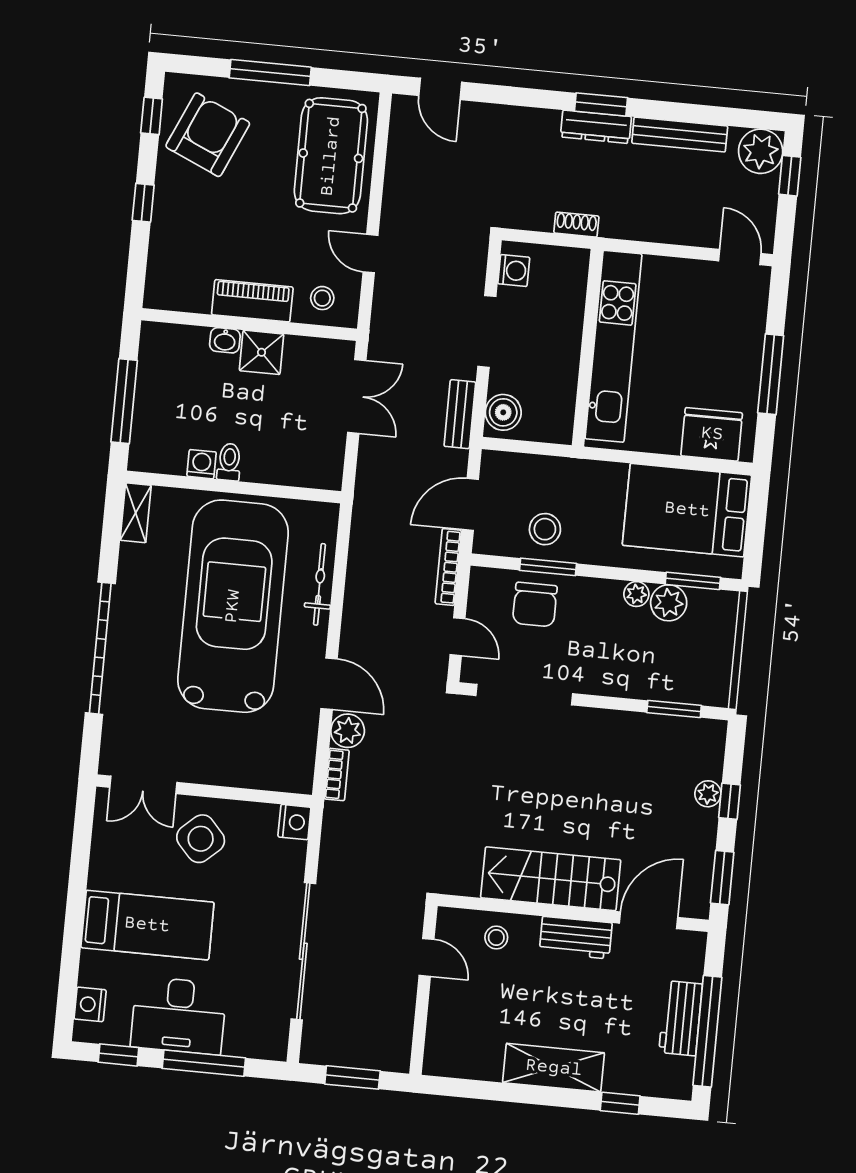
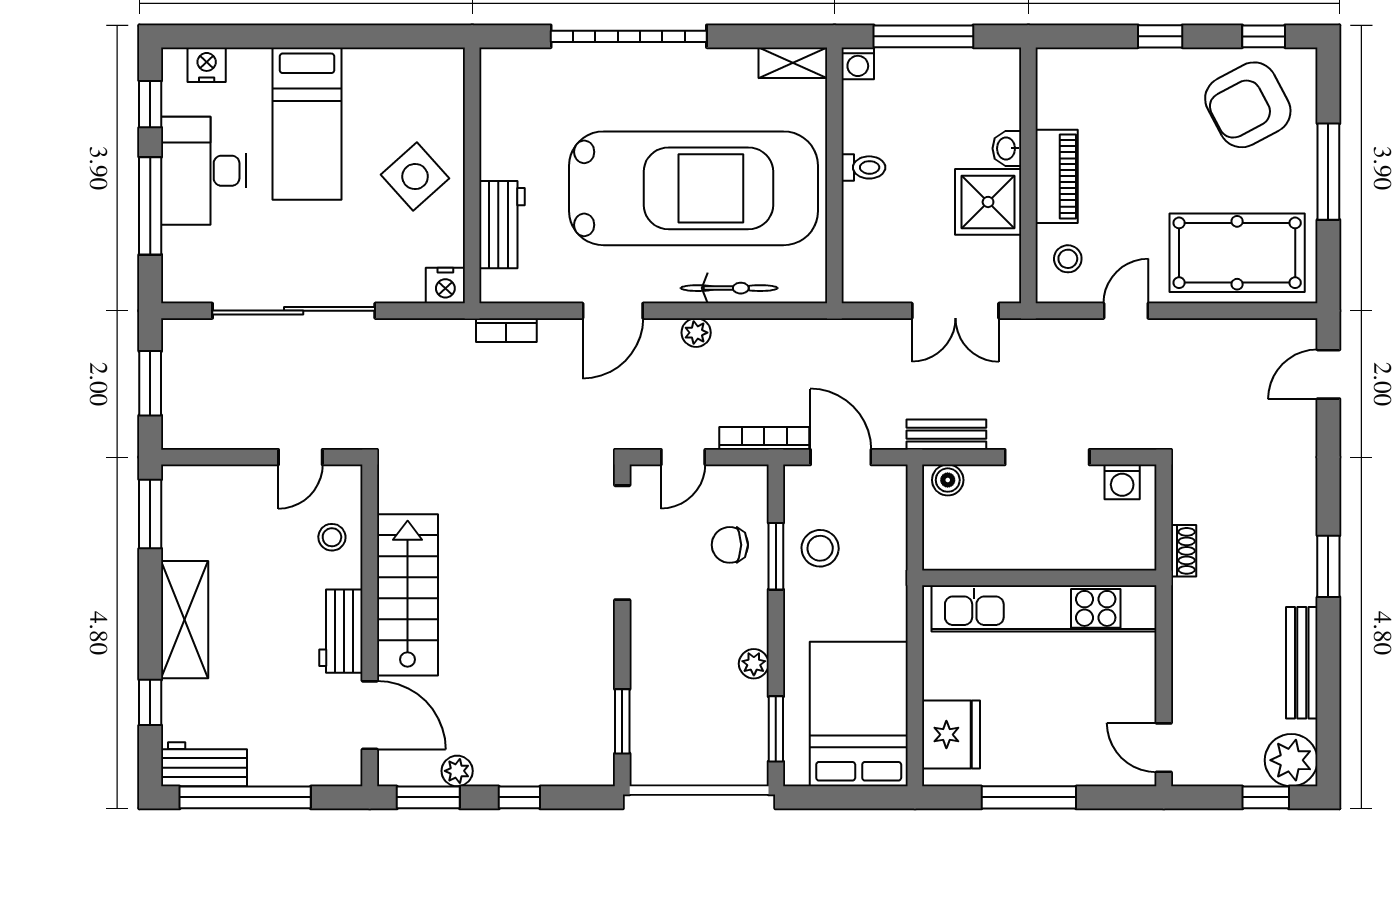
dresser: (596, 127) -> (1301, 563), removed
armchair: (208, 135) -> (1248, 105), turned 128
door: (740, 257) -> (1164, 748), swing flipped
shower: (262, 352) -> (988, 202), width x1.36, depth x1.36
boiler: (503, 412) -> (948, 480), width x0.73, depth x0.73
washing machine: (202, 464) -> (858, 63), moved, turned 90
plant: (669, 603) -> (747, 703), removed
chair: (535, 605) -> (730, 545), width x0.73, depth x0.73
plant: (348, 731) -> (696, 333), moved, width x0.73, depth x0.73
workbench: (248, 770) -> (502, 225), added
double door: (143, 785) -> (472, 103), removed
plant: (708, 794) -> (457, 771), moved
workbench: (681, 1018) -> (204, 764), moved
window: (462, 1088) -> (150, 514), added

